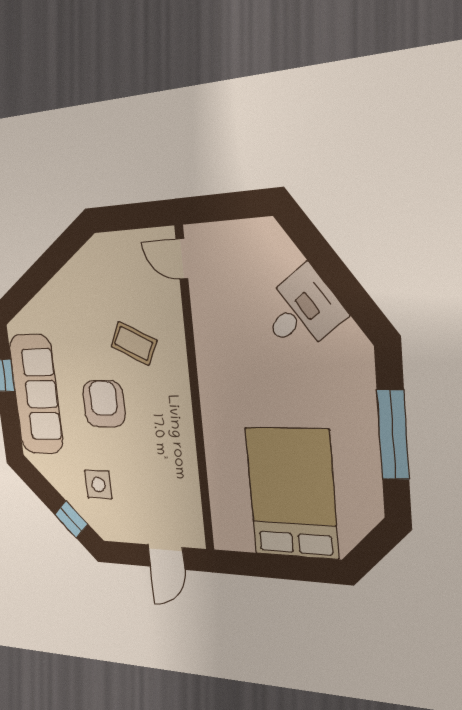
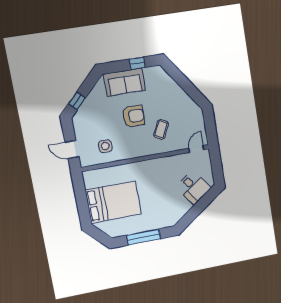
desk: (301, 311) -> (193, 187), moved
sofa: (36, 394) -> (125, 82), width x0.73
side table: (98, 484) -> (105, 146), moved

